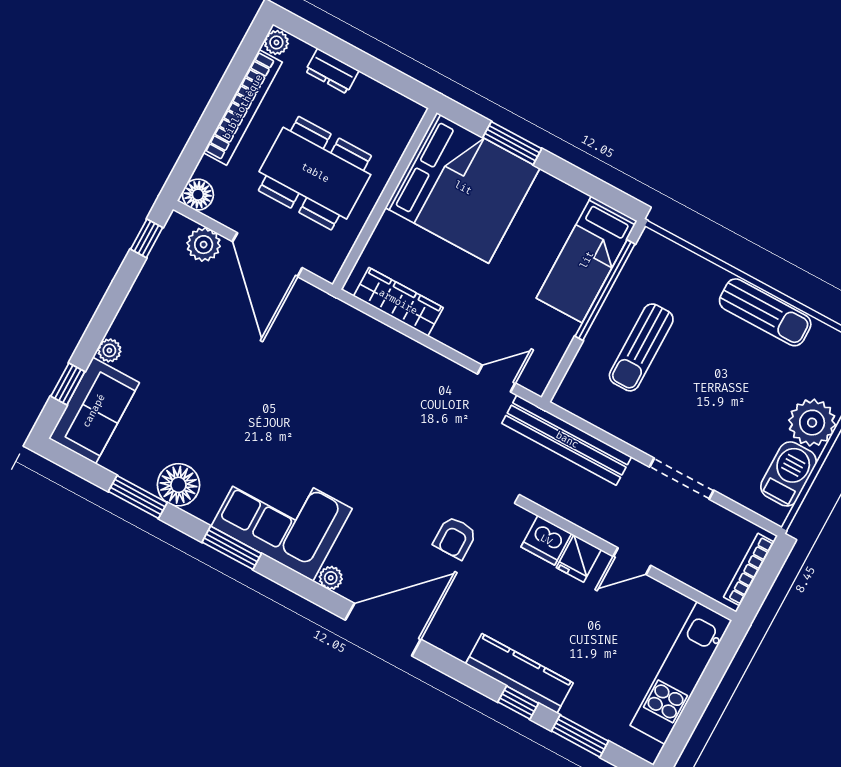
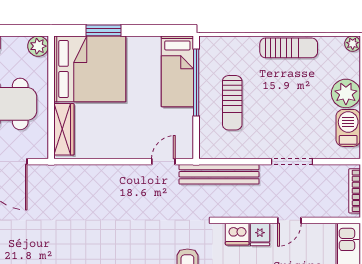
plant: (406, 115) -> (38, 46), added
wardrobe: (398, 302) -> (64, 129), moved, turned 90

